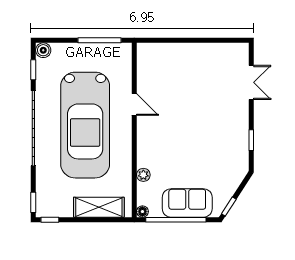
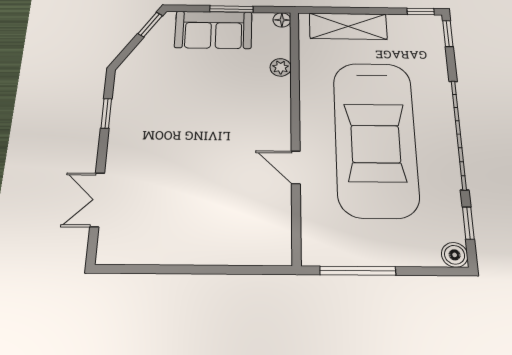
car: (85, 125) -> (375, 138), turned 180
window: (176, 220) -> (231, 9), width x0.47

